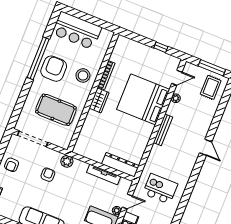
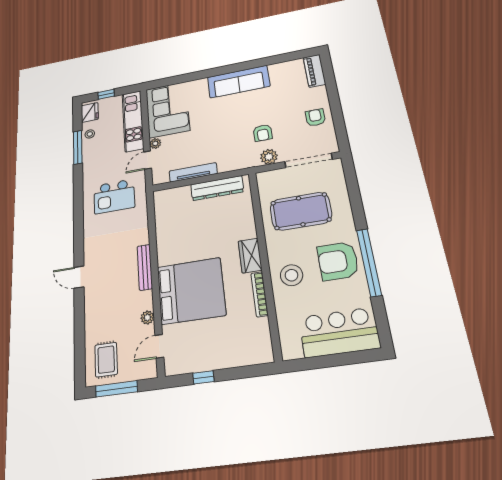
armchair: (54, 69) -> (338, 261), turned 90
plant: (67, 161) -> (269, 157), moved
dresser: (120, 165) -> (217, 188), moved

